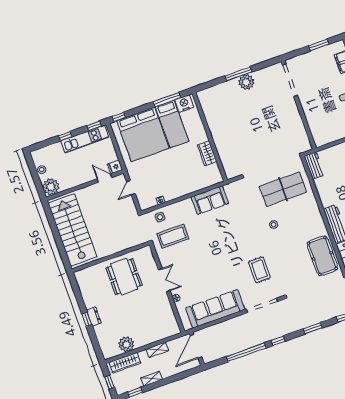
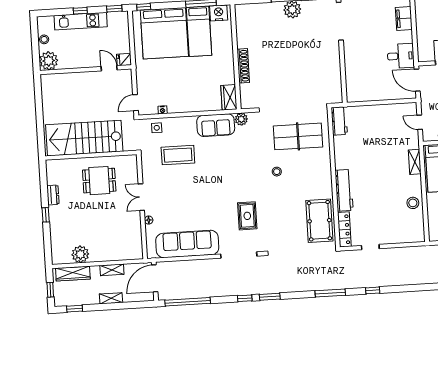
kitchen unit: (85, 139) -> (81, 21), moved
shoe rack: (218, 142) -> (243, 66), added
wardrobe: (207, 153) -> (229, 97), moved
door: (131, 188) -> (136, 103), moved
plant: (230, 189) -> (241, 119), added
stairs: (72, 230) -> (84, 138), moved, turned -90
coffee table: (173, 236) -> (178, 155), moved
dining table: (124, 277) -> (99, 181), width x0.73
double door: (164, 280) -> (141, 197), swing flipped
dresser: (94, 317) -> (53, 195), moved
window: (313, 328) -> (270, 297), moved
window: (246, 352) -> (188, 302), moved
shelving: (151, 379) -> (111, 298), moved

